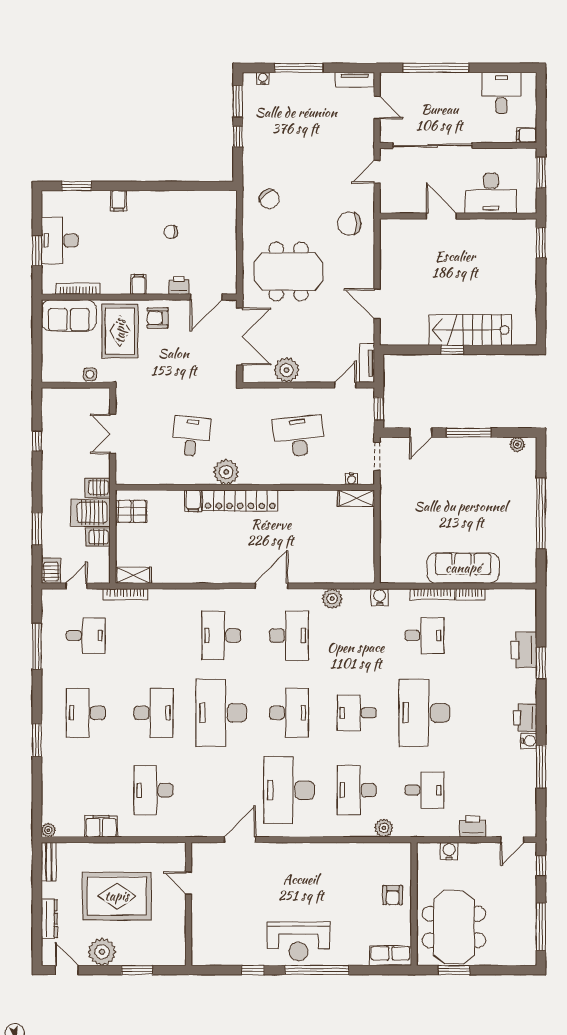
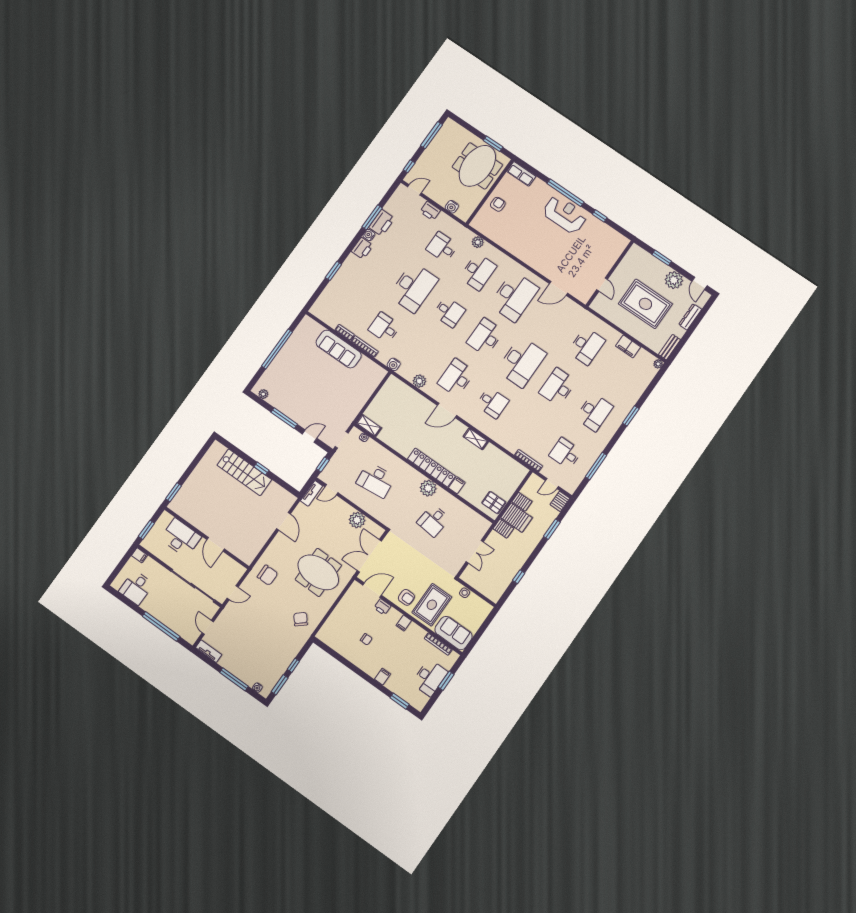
shelving: (133, 575) -> (476, 439), moved
desk: (221, 636) -> (492, 403), width x0.73
printer: (524, 650) -> (382, 223), moved

